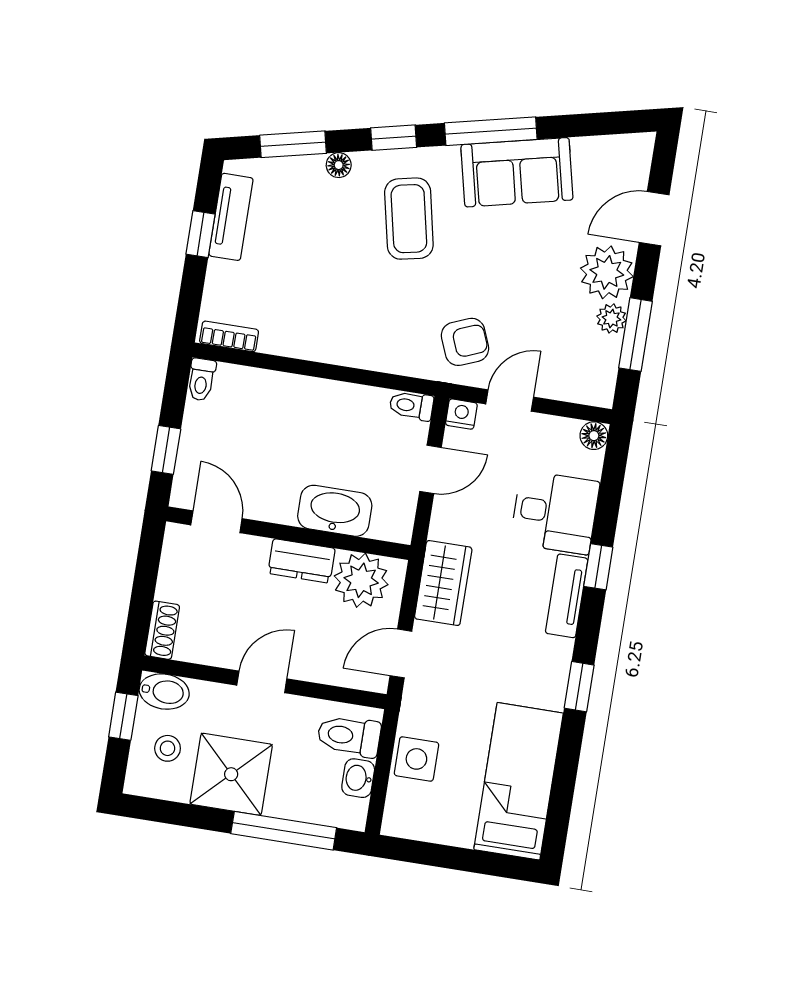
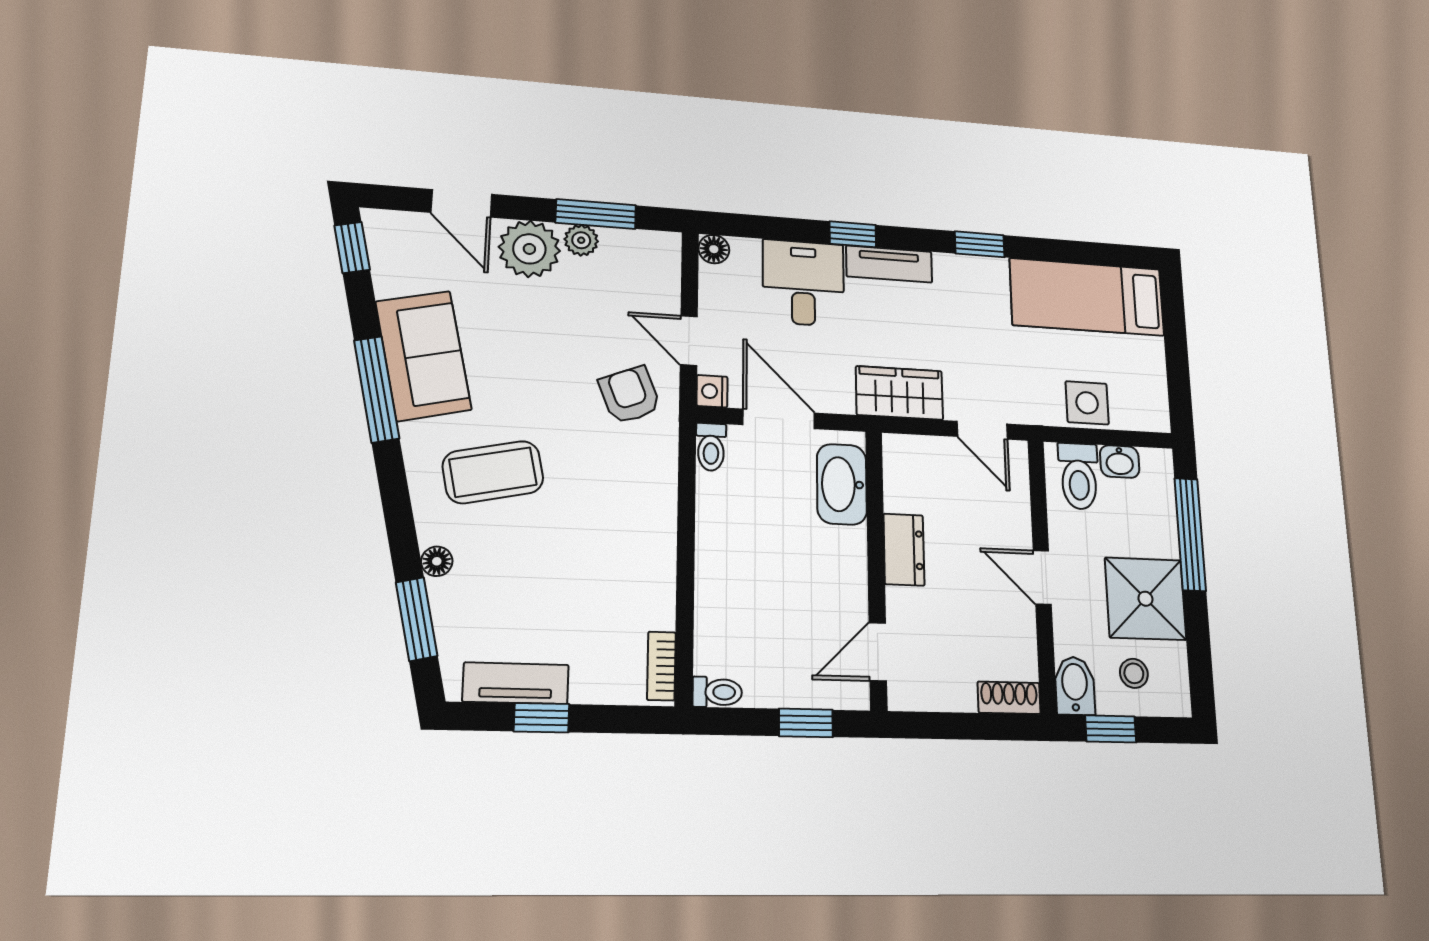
window: (394, 138) -> (352, 248), moved
door: (430, 469) -> (779, 419), width x1.38
washbasin: (335, 511) -> (842, 484), moved
plant: (361, 580) -> (913, 481), removed

